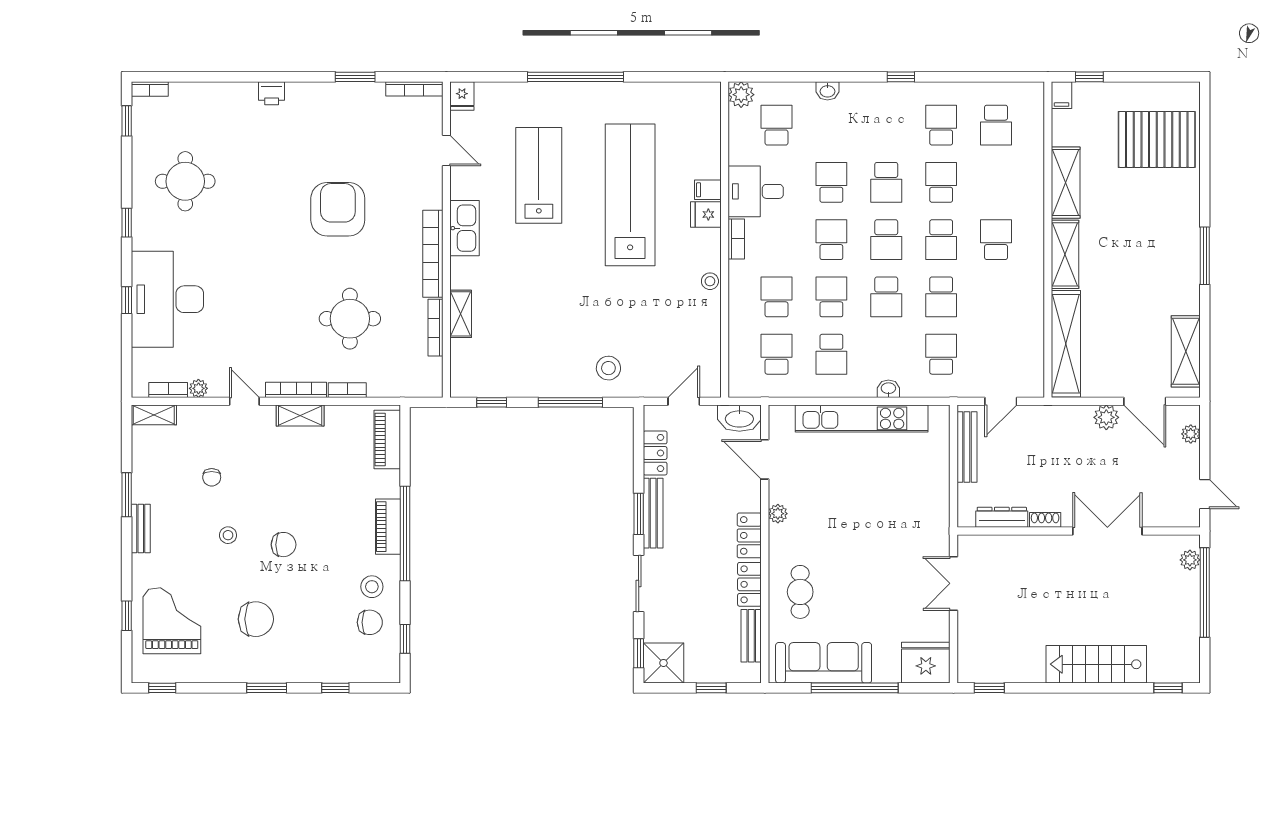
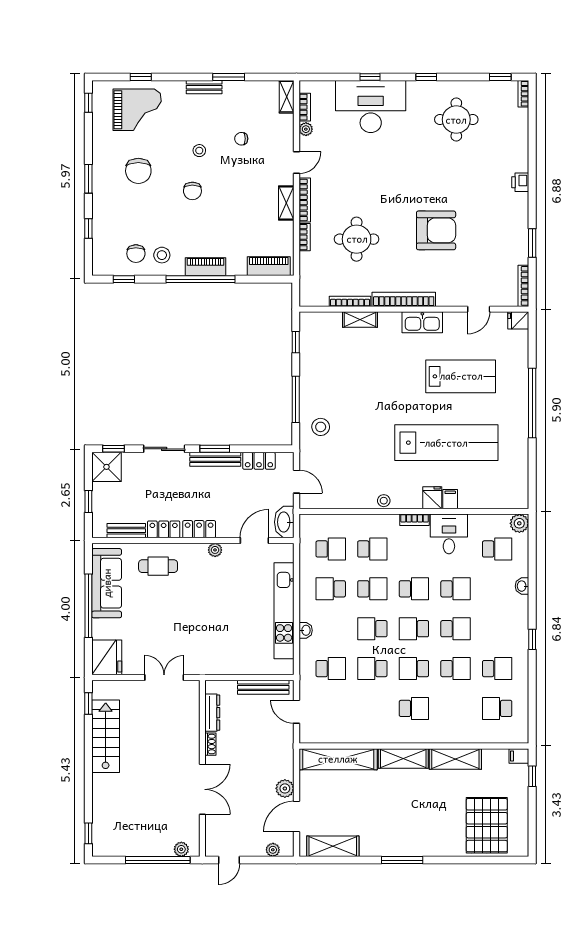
school desk: (886, 182) -> (456, 629), turned 180
stairs: (1096, 664) -> (106, 736), moved

